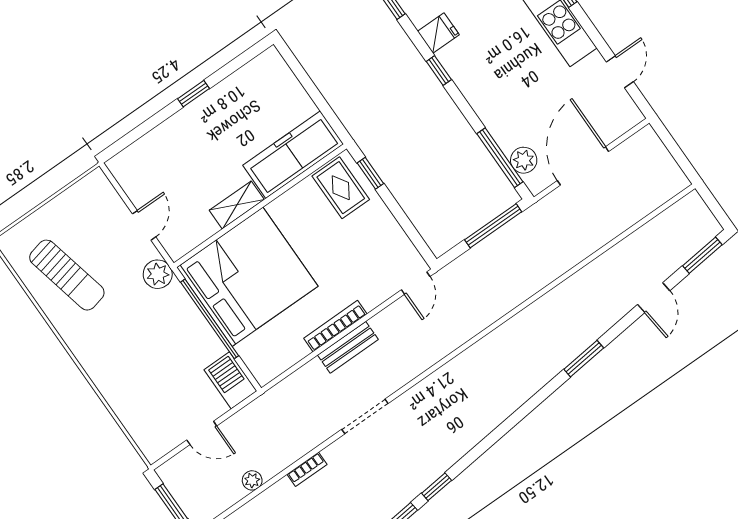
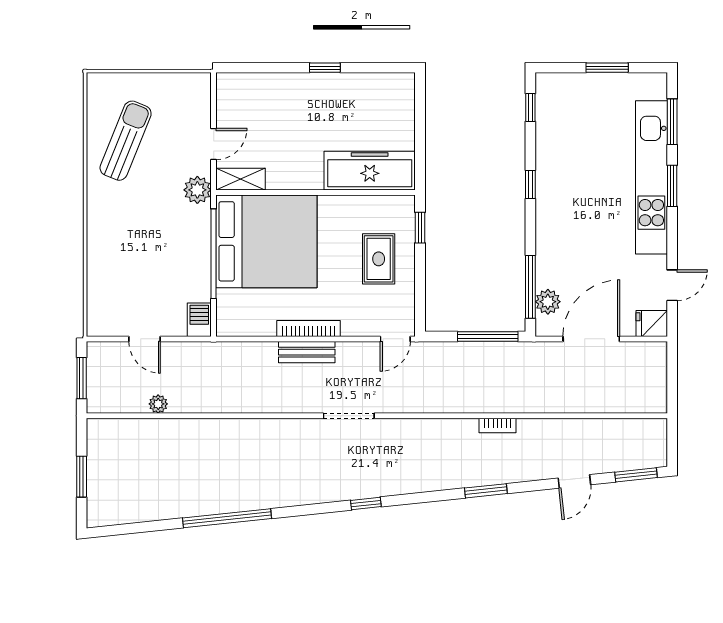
fridge: (438, 33) -> (652, 324), moved, turned 180
rug: (341, 188) -> (379, 259), moved
shelving: (237, 205) -> (241, 179), moved
sun lounger: (67, 275) -> (126, 141), turned -145
barbecue: (230, 380) -> (199, 320), width x0.73, depth x0.79
doorway: (365, 416) -> (349, 416), moved
bookcase: (307, 469) -> (498, 425), moved
window: (437, 487) -> (366, 503), moved

